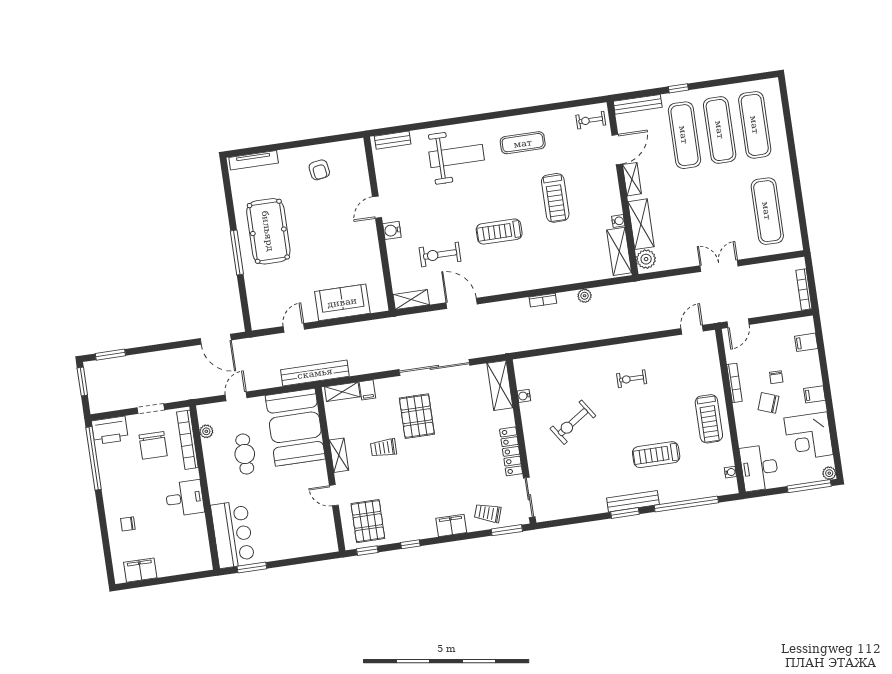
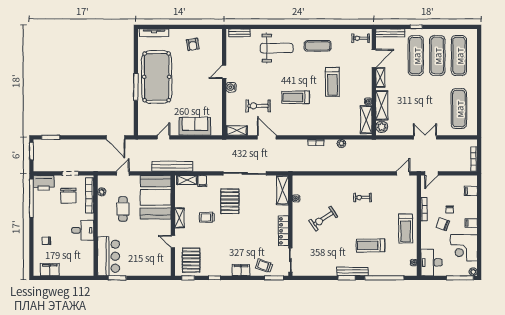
pool table: (268, 231) -> (157, 77), width x1.36, depth x1.32

